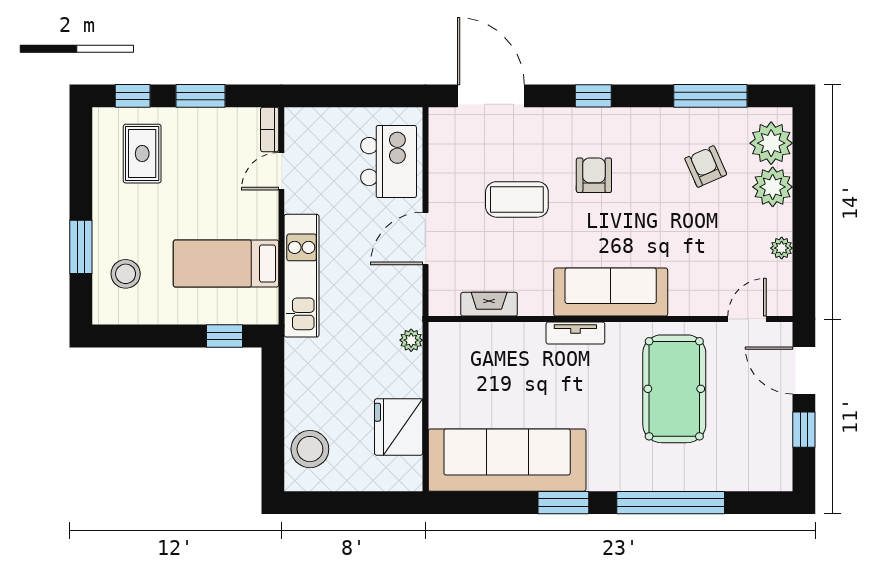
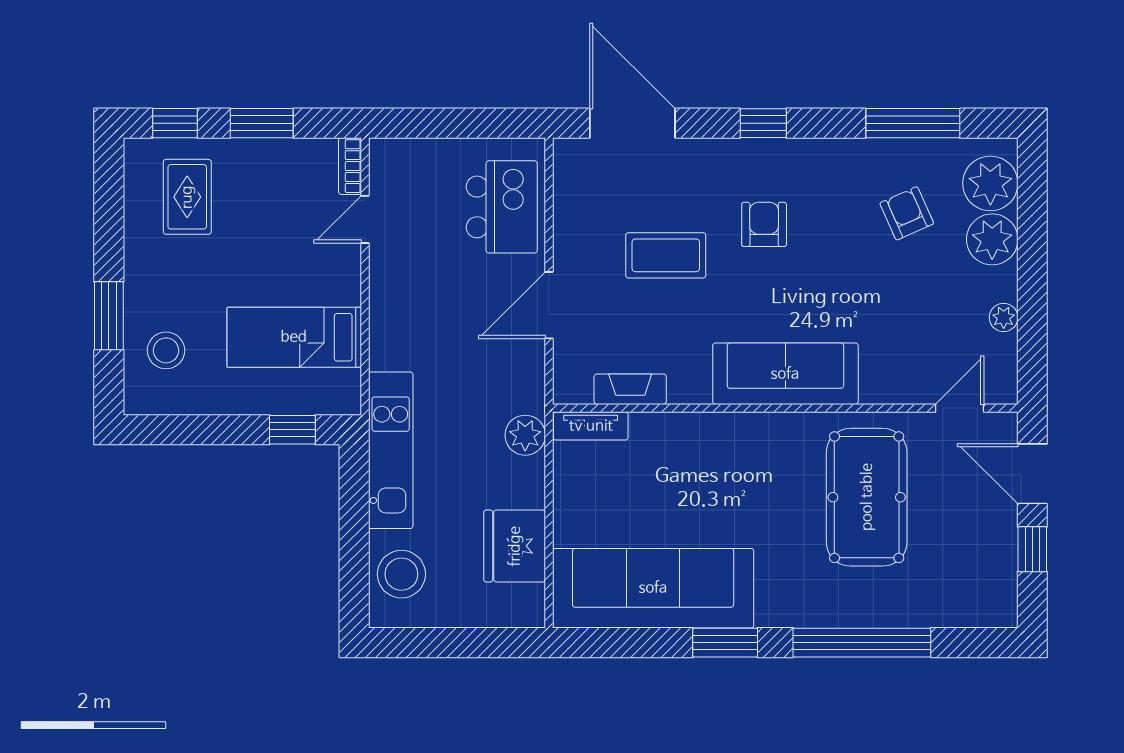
kitchen unit: (302, 276) -> (391, 450), moved
tv unit: (575, 333) -> (591, 426), moved
plant: (411, 340) -> (525, 435), width x1.38, depth x1.38

